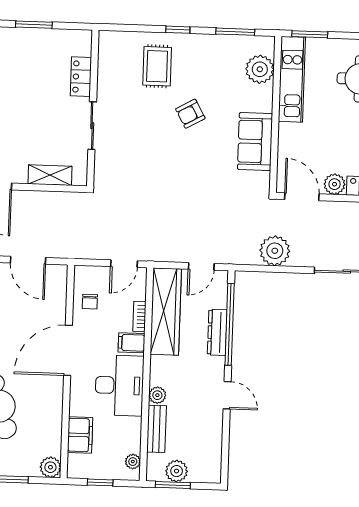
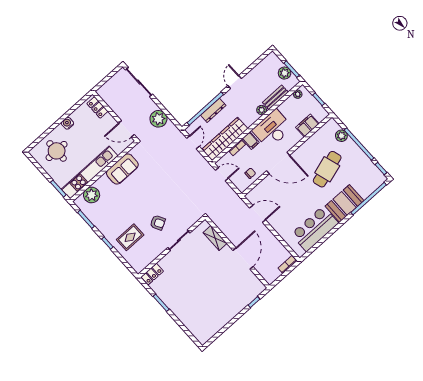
locker: (81, 77) -> (152, 274), moved
kitchen unit: (292, 79) -> (90, 173), width x1.36
armchair: (190, 114) -> (158, 223), moved
plant: (335, 184) -> (109, 121), removed
door: (302, 197) -> (126, 129), hinge flipped
door: (28, 260) -> (258, 214), hinge flipped
door: (201, 266) -> (193, 142), hinge flipped
plant: (50, 467) -> (341, 136), moved

